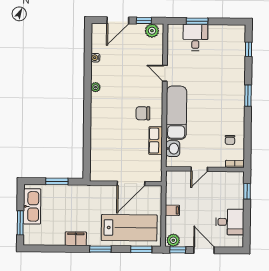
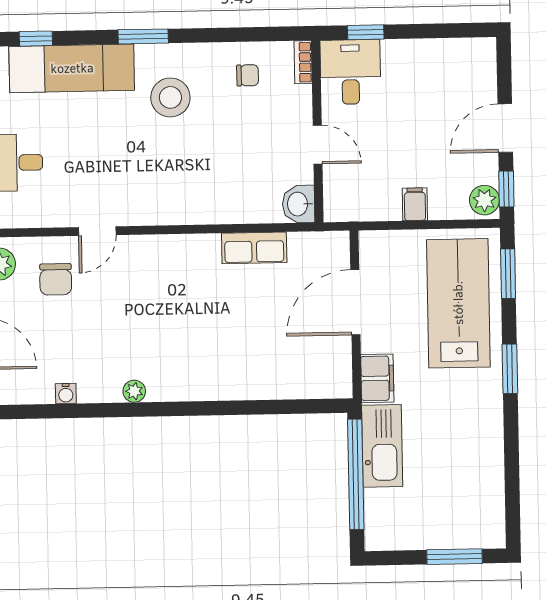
stool: (221, 106) -> (170, 97), added
chair: (143, 113) -> (56, 279), moved
exam couch: (176, 113) -> (72, 68), moved, turned 180
washbasin: (173, 149) -> (298, 204), moved, turned -90
window: (57, 181) -> (356, 474), width x2.11
door: (131, 183) -> (355, 302), swing flipped
kitchen sink: (32, 206) -> (382, 446), moved, turned 90
desk: (230, 222) -> (350, 72), moved
filing cabinet: (76, 239) -> (377, 378), moved, turned 180

